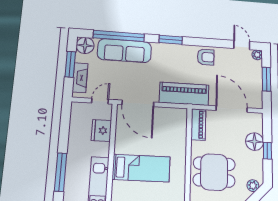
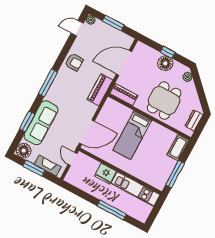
window: (119, 36) -> (27, 122), width x0.47
window: (171, 40) -> (48, 83), width x1.44
armchair: (206, 57) -> (74, 62), turned 90
piano: (184, 94) -> (100, 90), width x0.73, depth x0.75
fridge: (101, 131) -> (105, 174), moved
floor lamp: (254, 142) -> (165, 63), moved
bed: (141, 168) -> (132, 135), moved, turned 180

